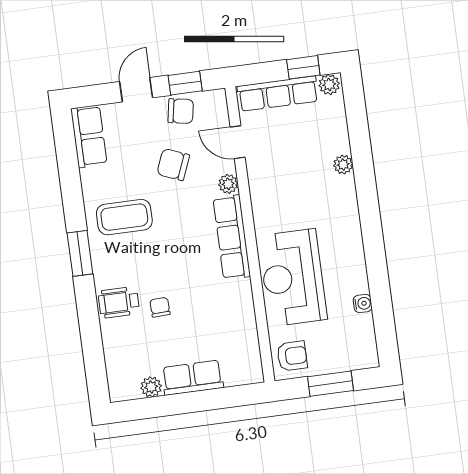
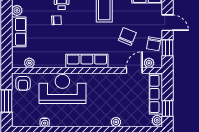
plant: (228, 184) -> (149, 63), moved
plant: (250, 349) -> (29, 63), added

